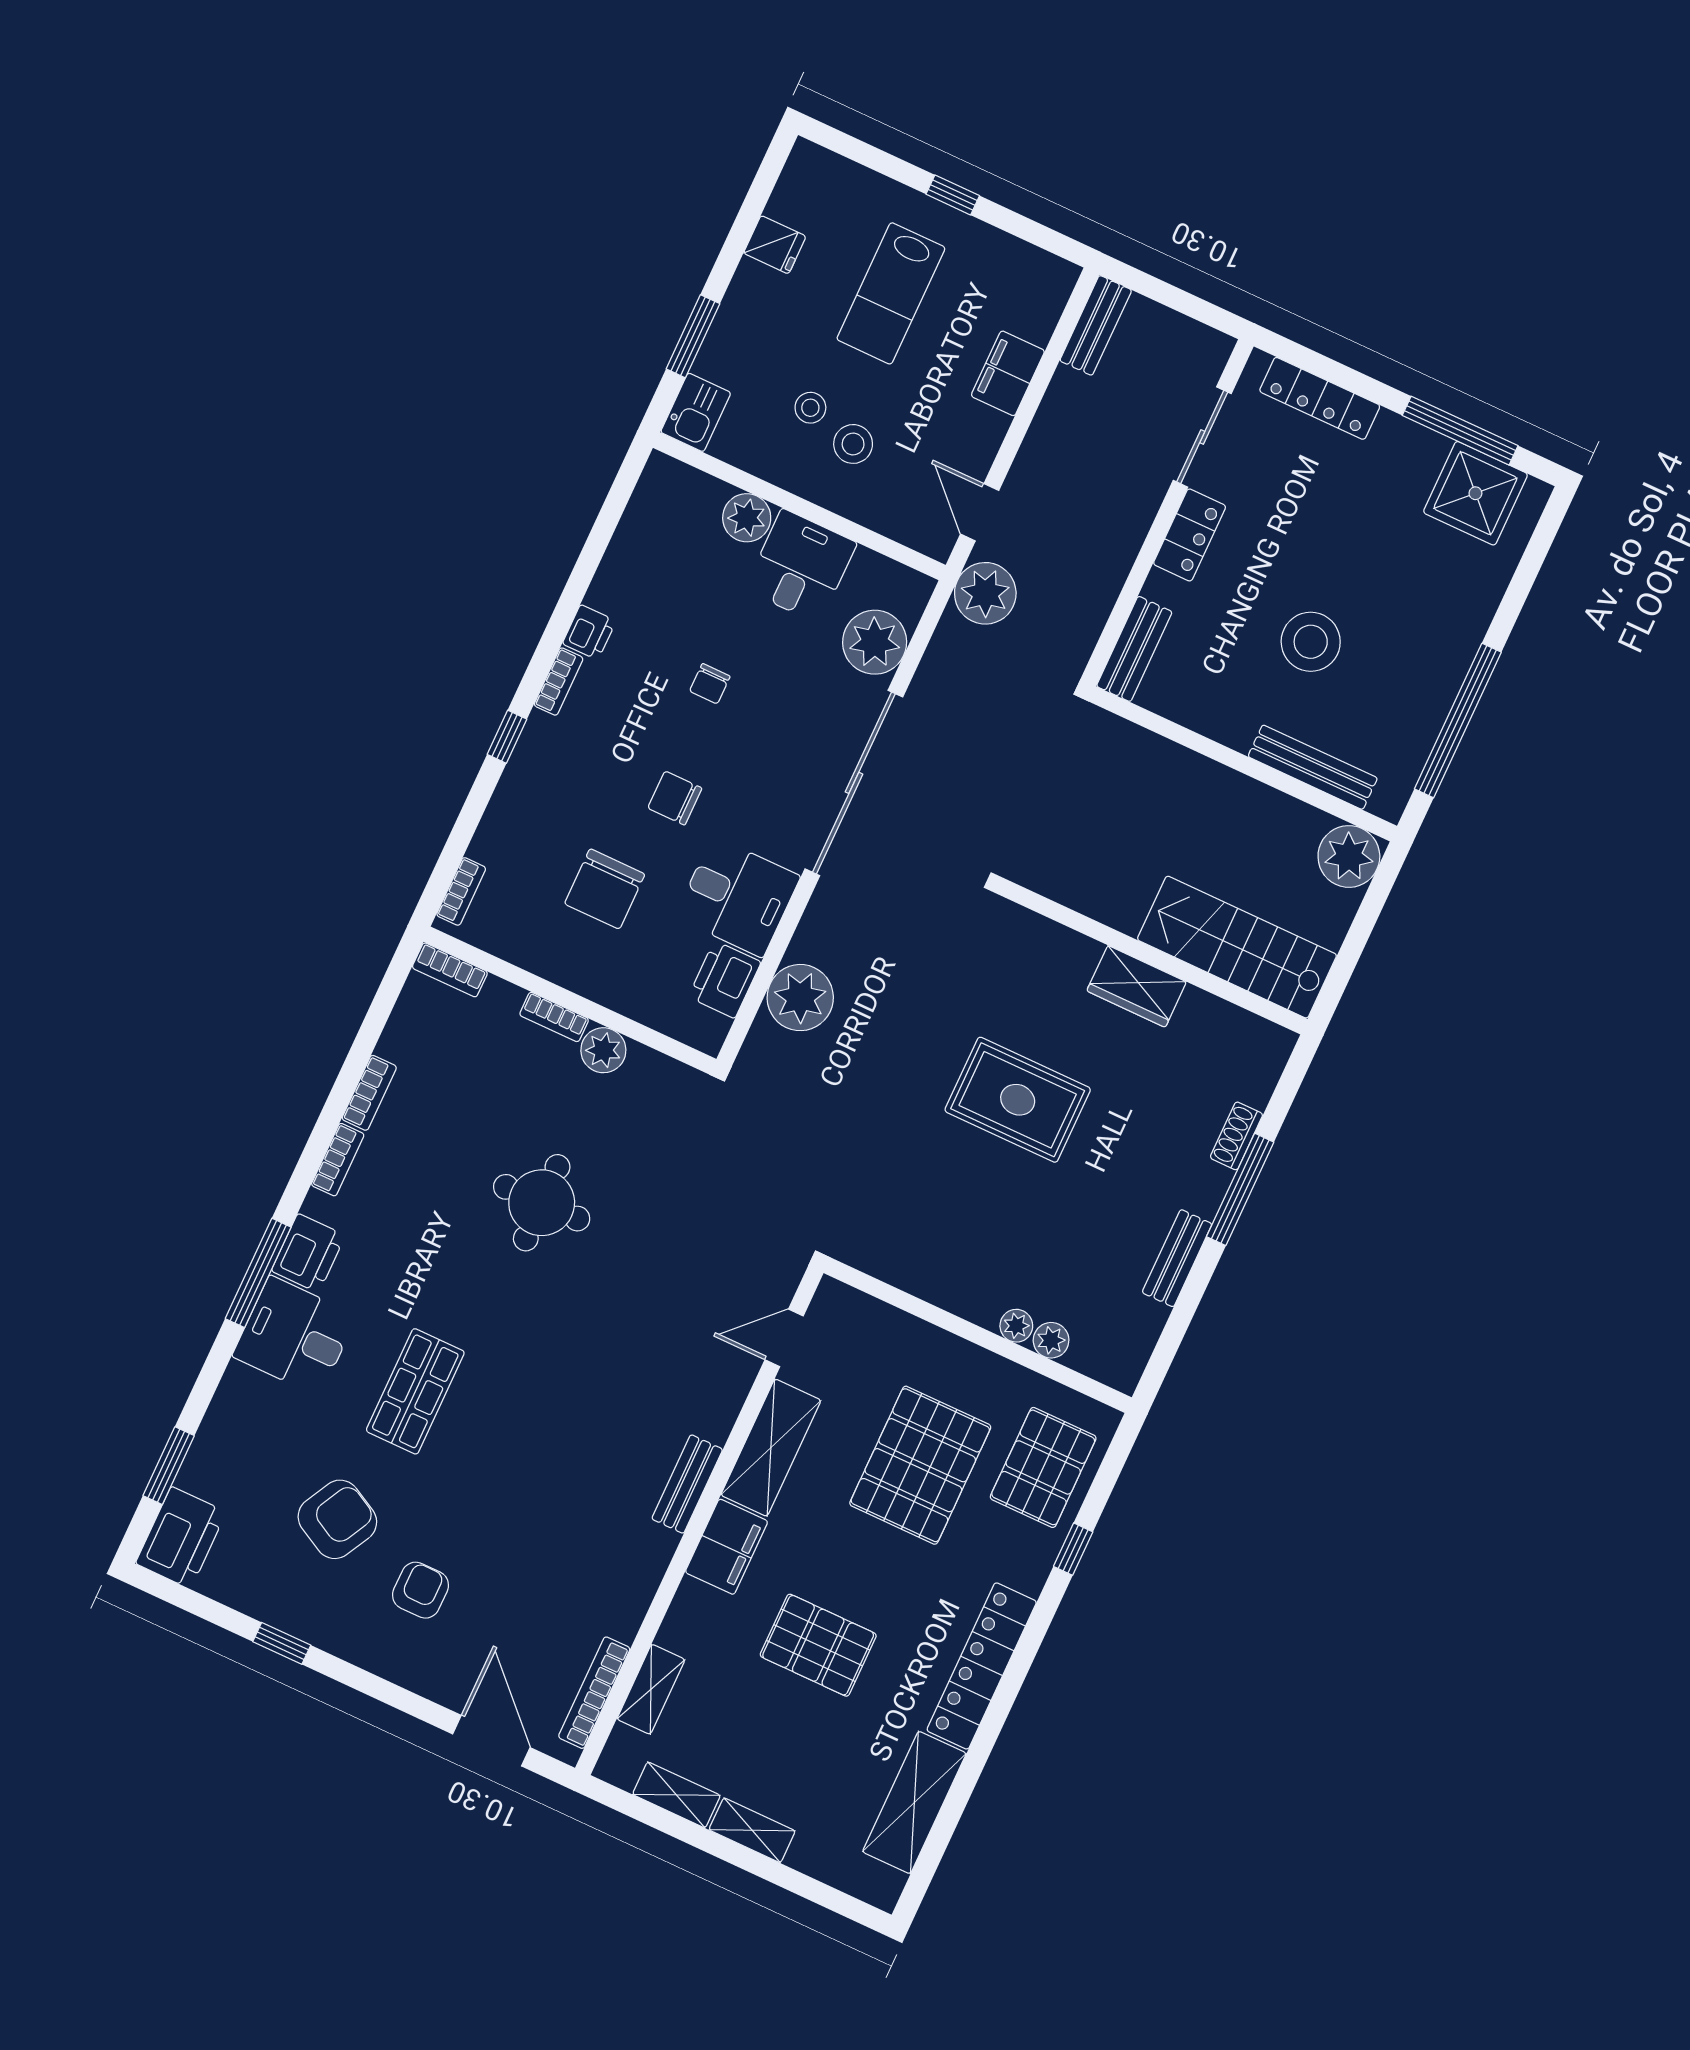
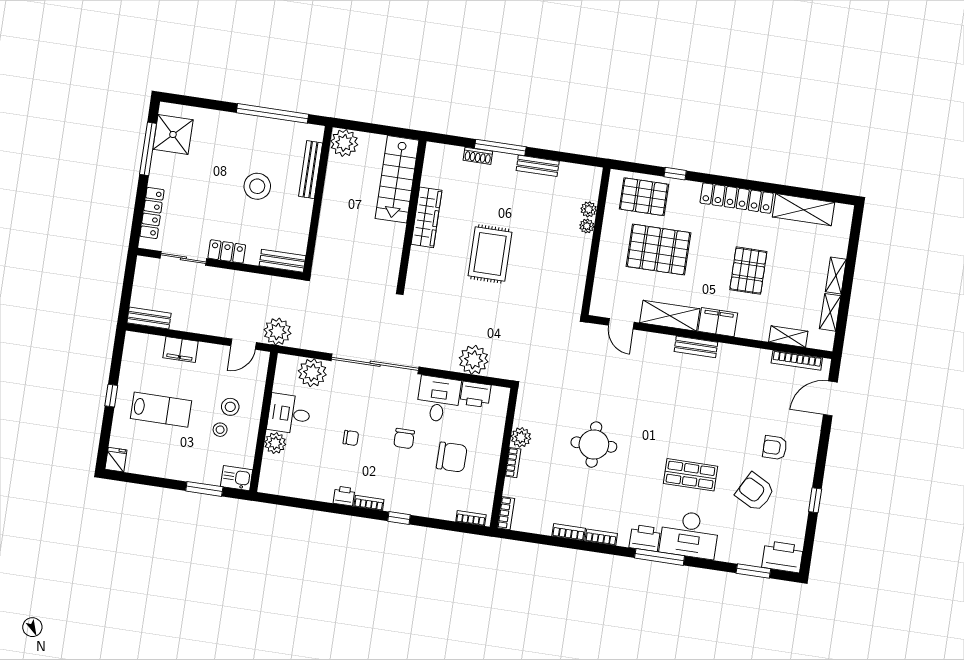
fridge: (775, 245) -> (116, 460), moved
wardrobe: (1137, 986) -> (426, 217), width x1.50
desk: (295, 1336) -> (689, 535), width x1.37

